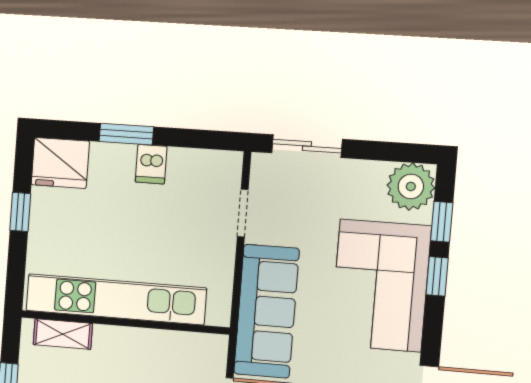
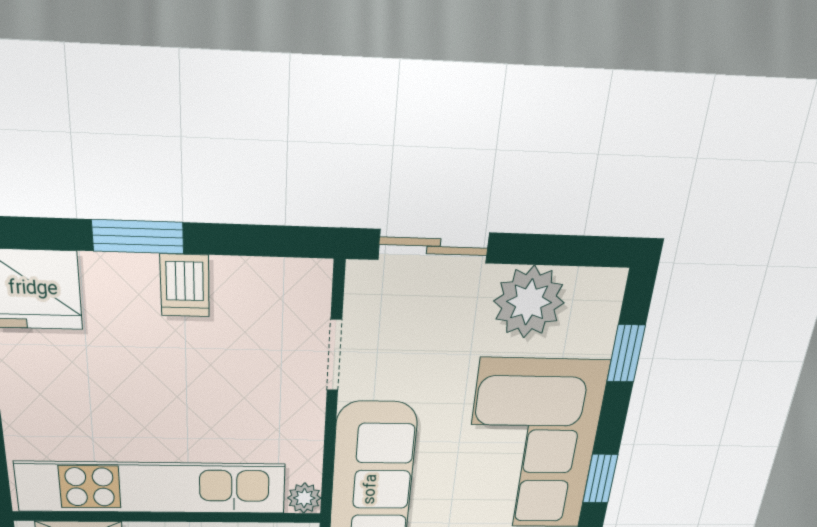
plant: (411, 186) -> (529, 302), moved
window: (437, 276) -> (600, 479), moved
plant: (219, 315) -> (304, 498), added

